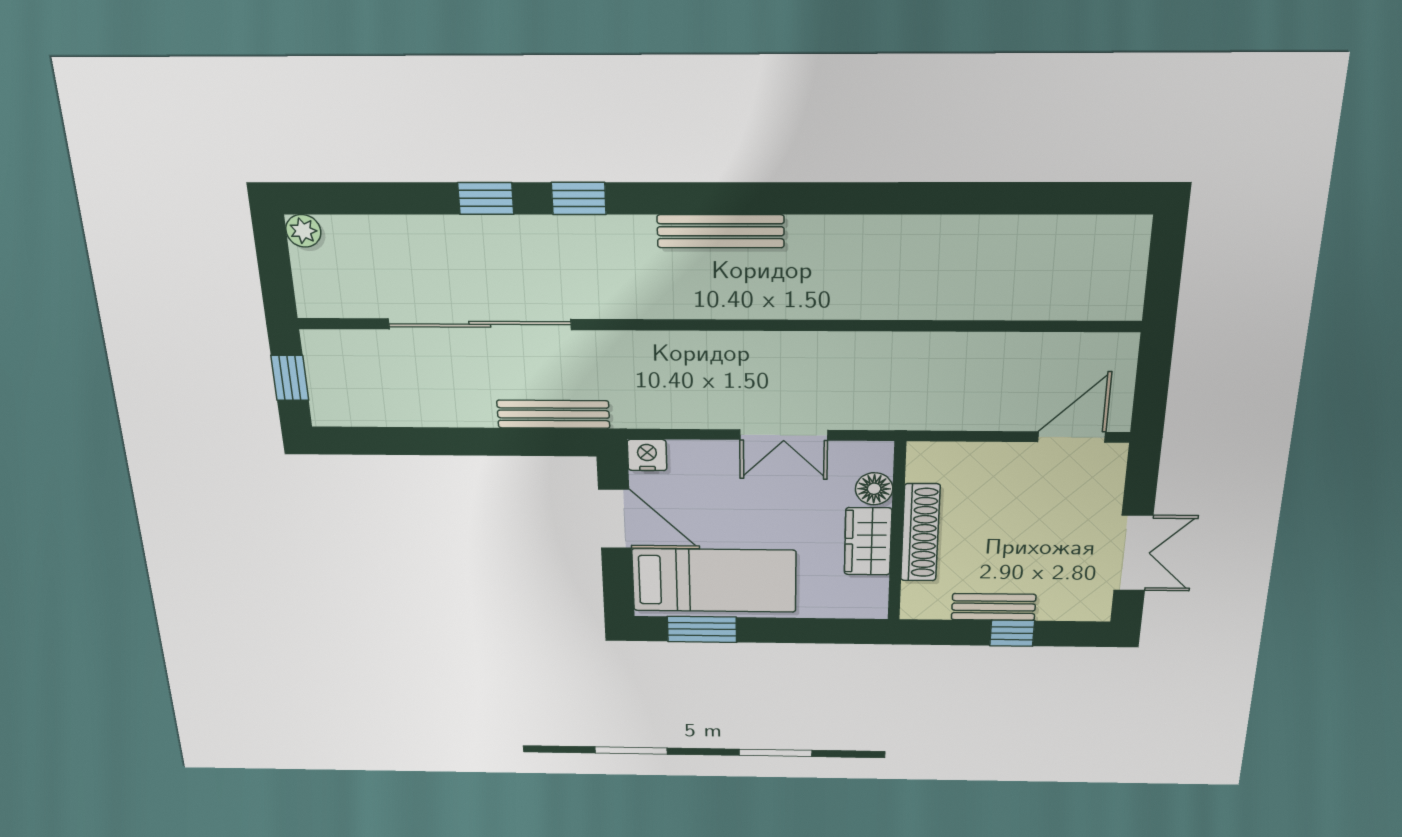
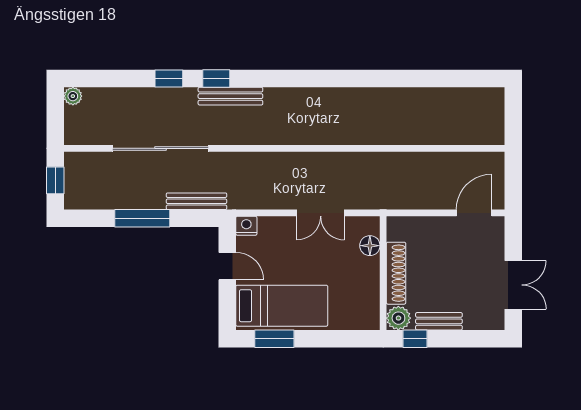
bench: (721, 231) -> (230, 96), moved
window: (456, 441) -> (142, 218), added
door: (615, 519) -> (227, 266), width x0.73
wardrobe: (868, 541) -> (367, 279), removed
plant: (922, 601) -> (398, 318), added
window: (1012, 633) -> (415, 339), moved

